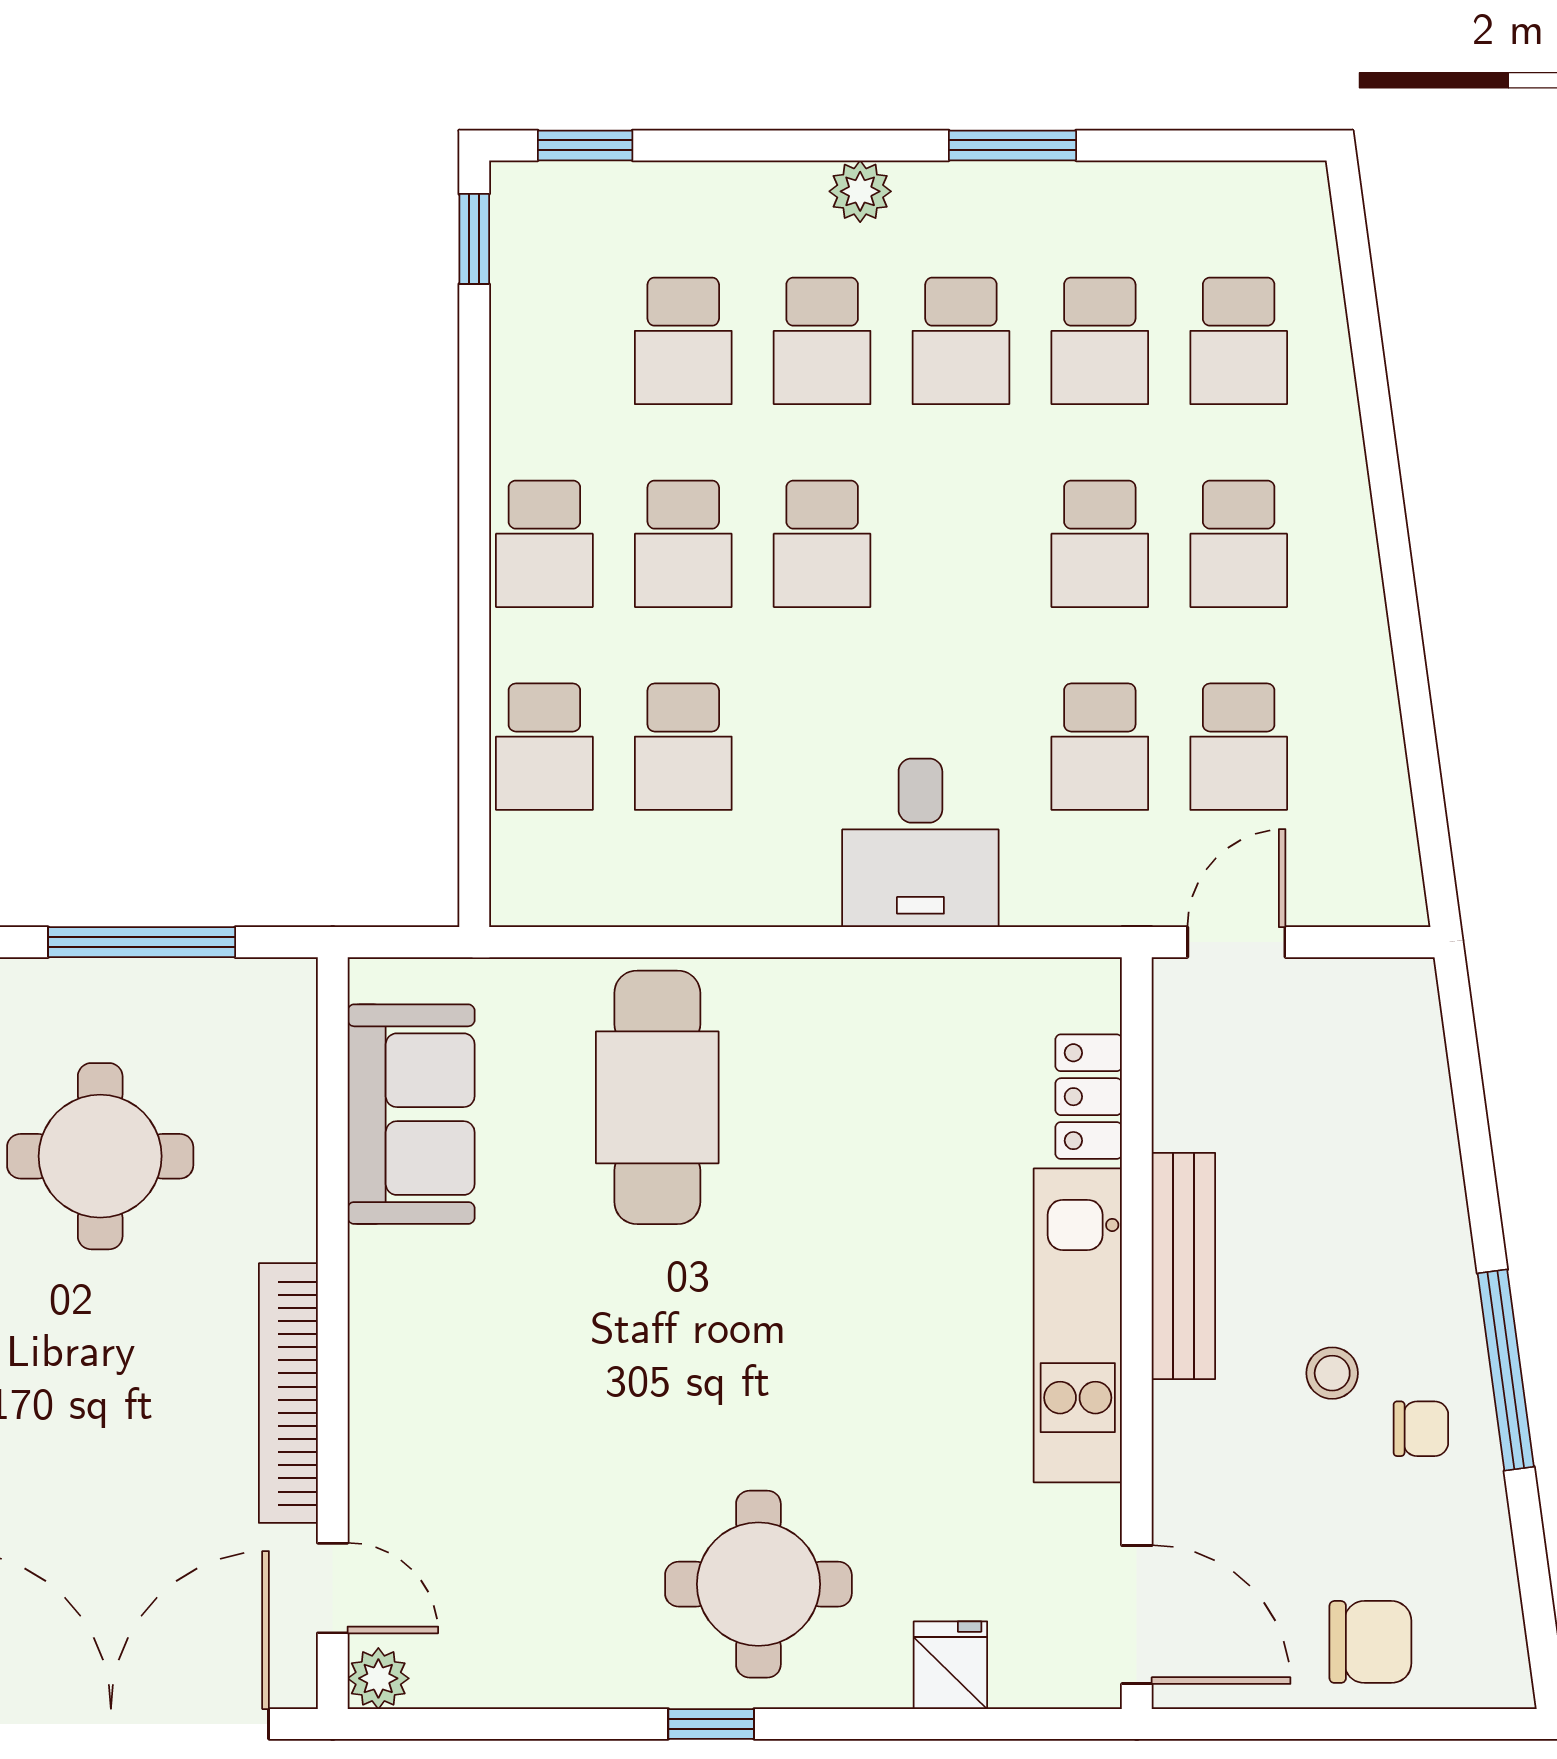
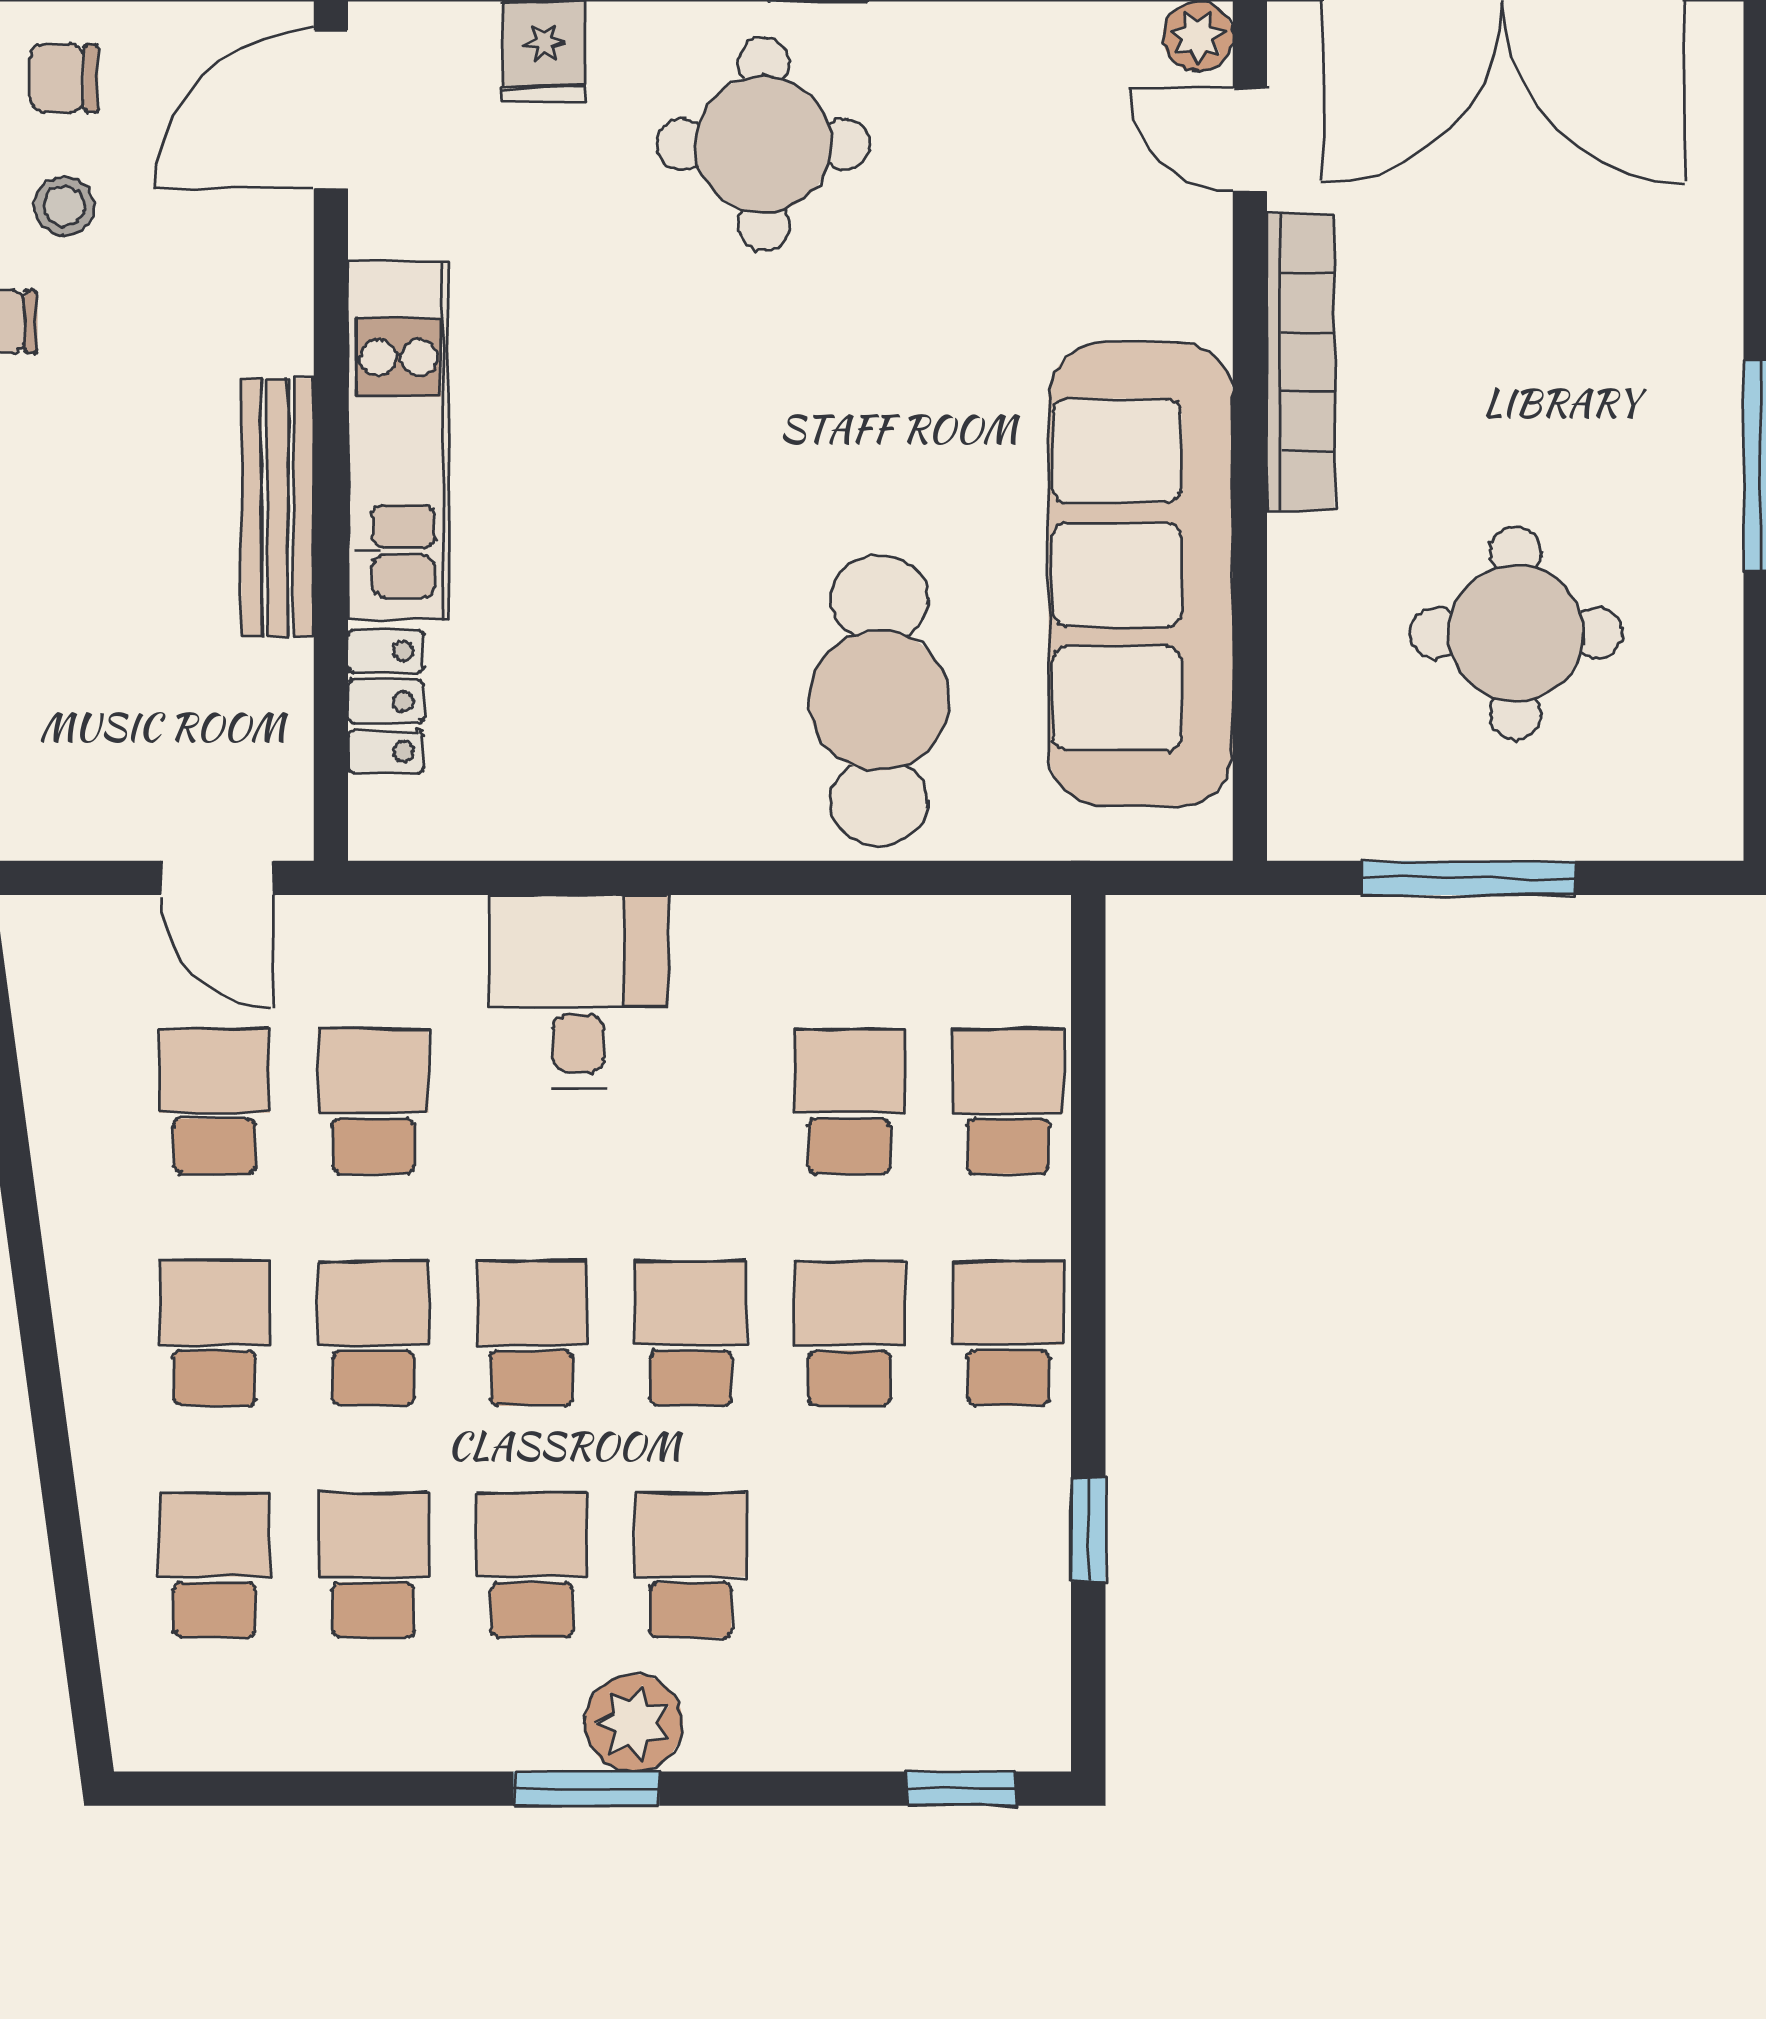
window: (1012, 145) -> (586, 1789), moved
plant: (860, 191) -> (634, 1723), width x1.38, depth x1.38
window: (474, 239) -> (1088, 1530), moved
school desk: (683, 341) -> (532, 1333), moved
door: (1236, 942) -> (217, 878), hinge flipped
sofa: (411, 1114) -> (1141, 575), width x1.85, depth x1.27
stool: (1332, 1373) -> (64, 206), moved
door: (1137, 1615) -> (331, 109), hinge flipped
chair: (1370, 1642) -> (64, 78), width x0.73, depth x0.73

